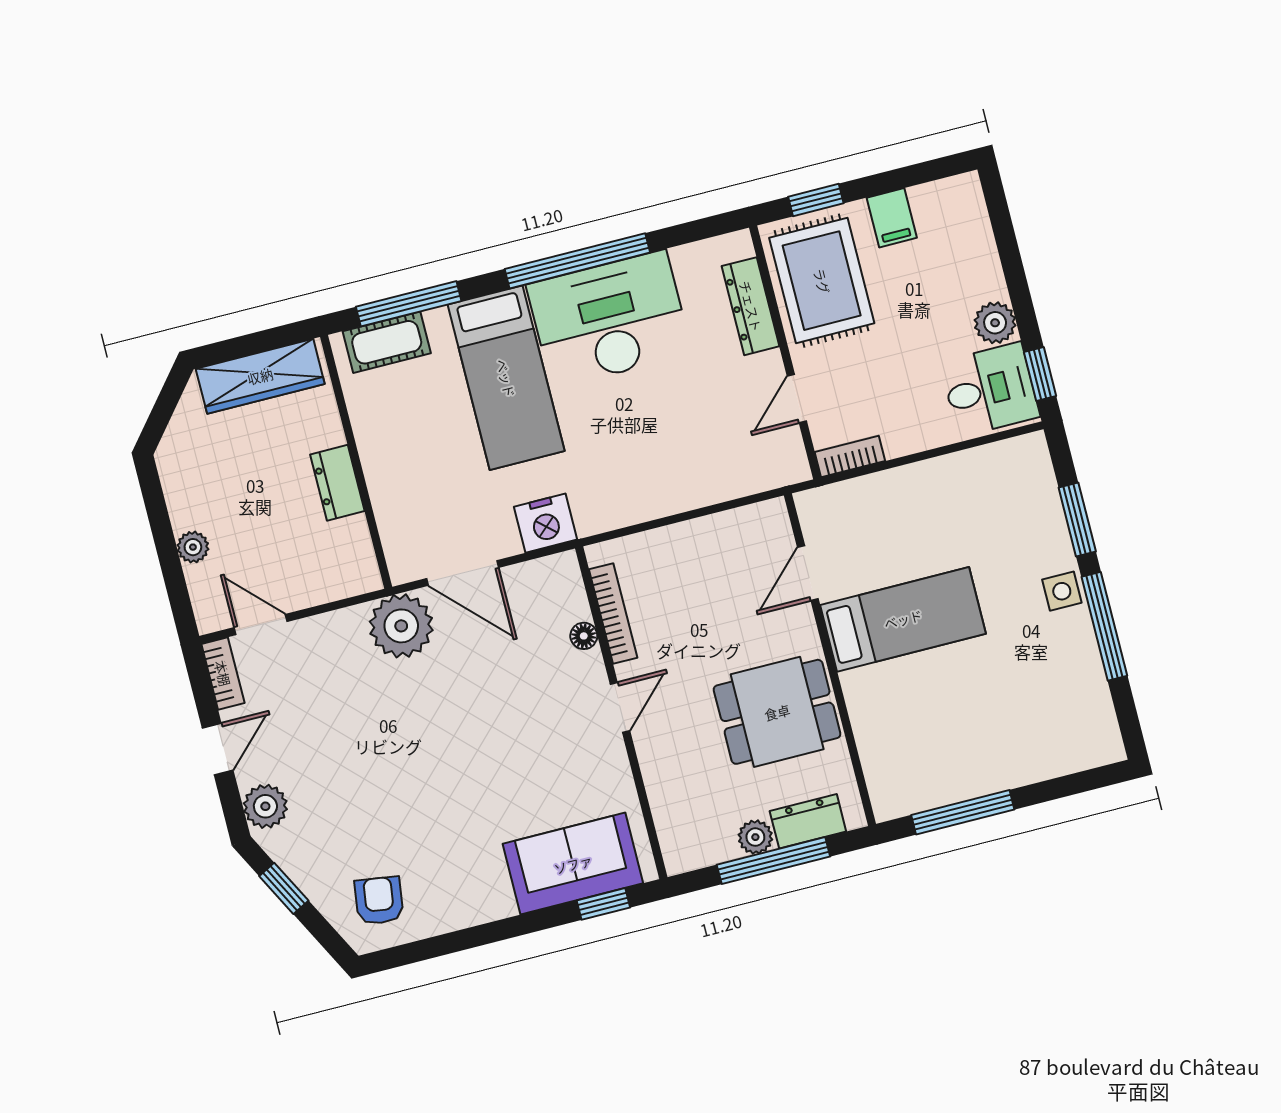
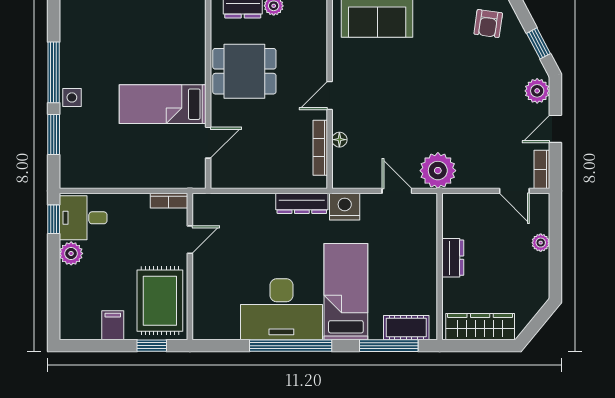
dresser: (751, 306) -> (302, 203), moved, turned 90
door: (462, 573) -> (397, 191), width x0.73

